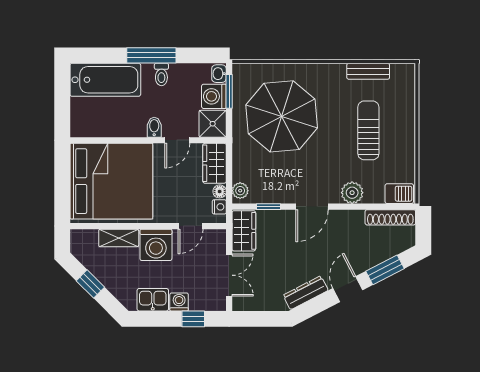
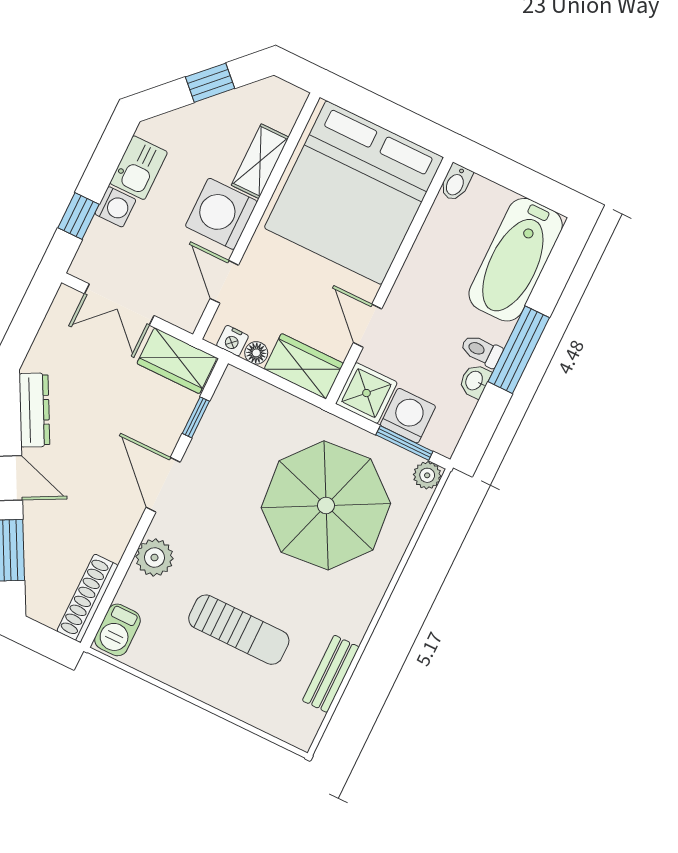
washbasin: (219, 74) -> (475, 381), moved, turned -90
bidet: (154, 127) -> (456, 183), moved, turned 90
plant: (240, 191) -> (427, 475), moved

